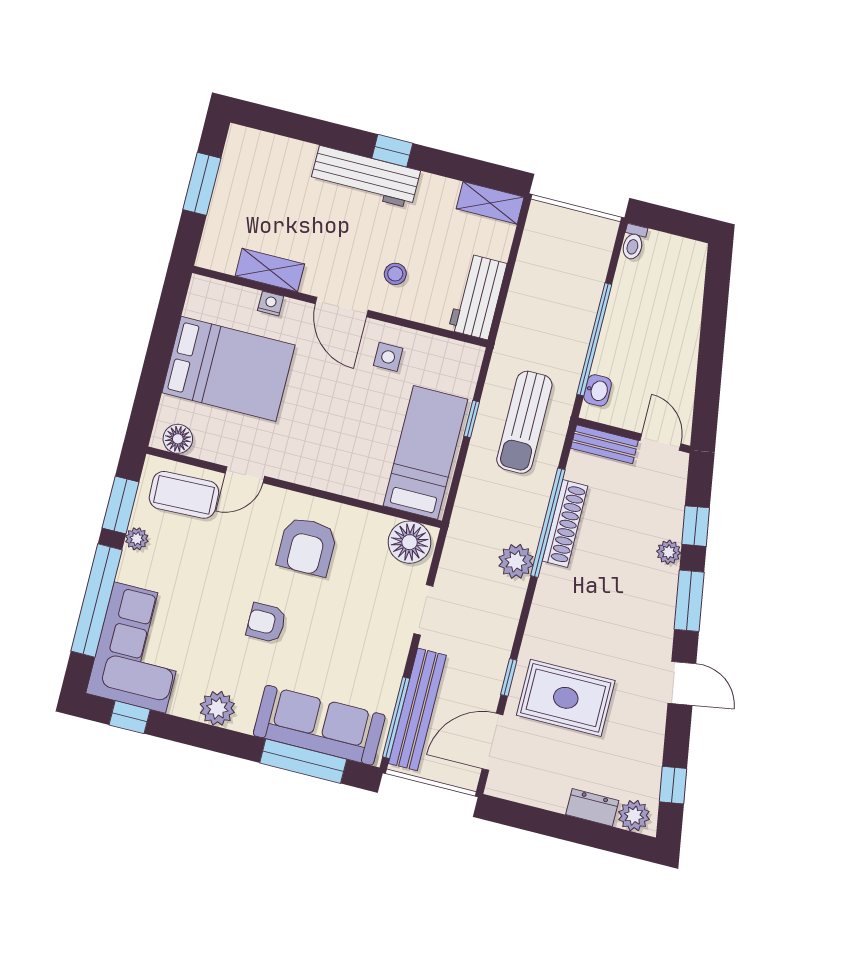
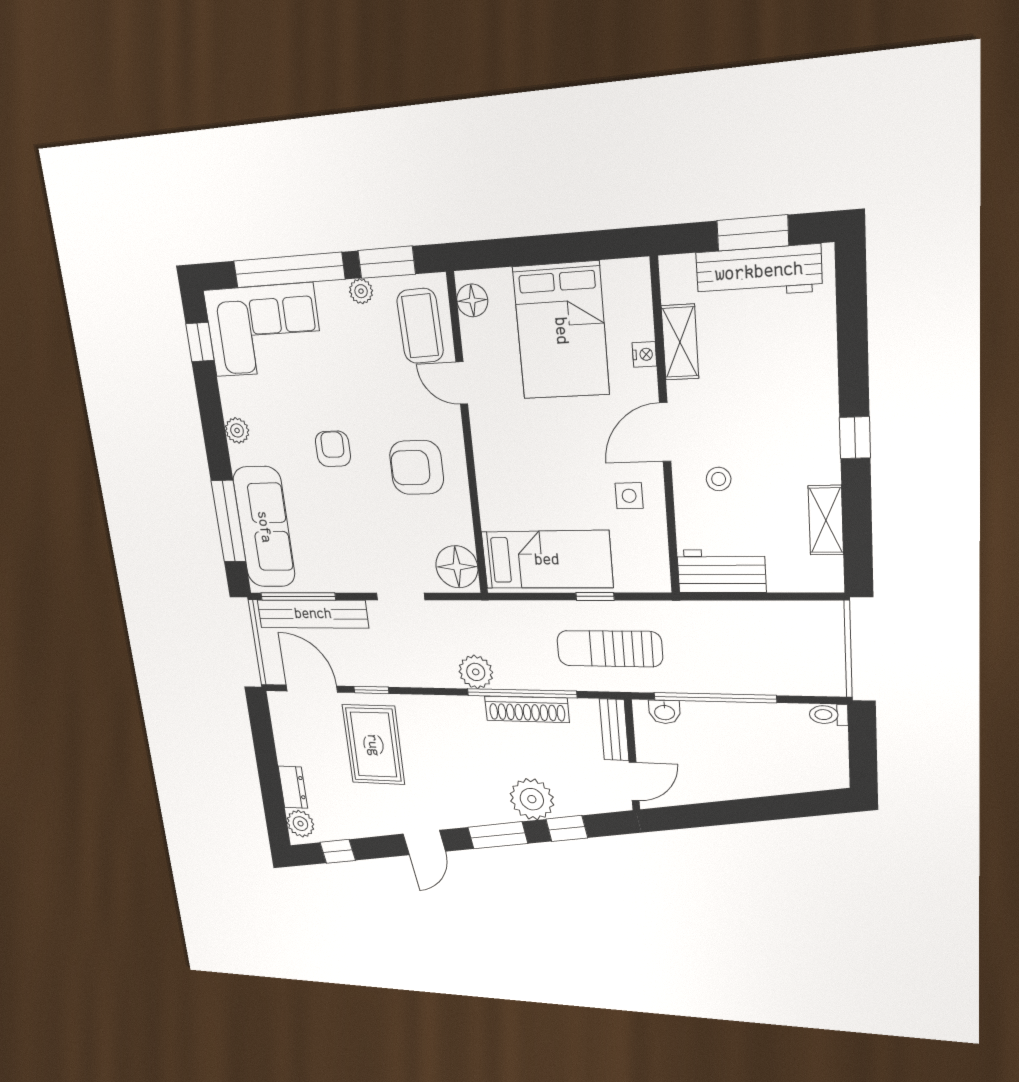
workbench: (365, 177) -> (759, 272), moved, turned -90
shelving: (490, 203) -> (826, 520), moved
plant: (669, 552) -> (532, 799), width x1.88, depth x1.88
plant: (217, 708) -> (237, 430), width x0.73, depth x0.73

